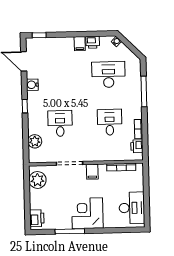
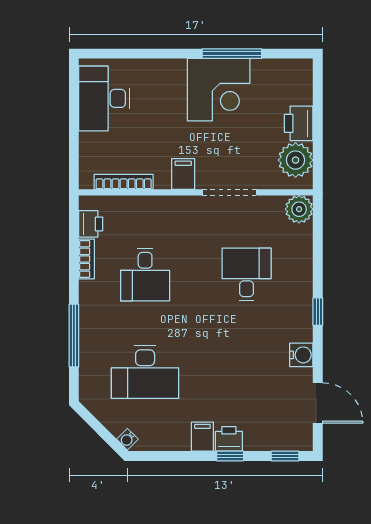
window: (66, 34) -> (230, 456), added
printer: (93, 42) -> (229, 439), moved
desk: (60, 123) -> (247, 274), turned 180
plant: (35, 141) -> (299, 209), moved
corner desk: (87, 213) -> (219, 90), moved
printer: (37, 218) -> (299, 123), moved

